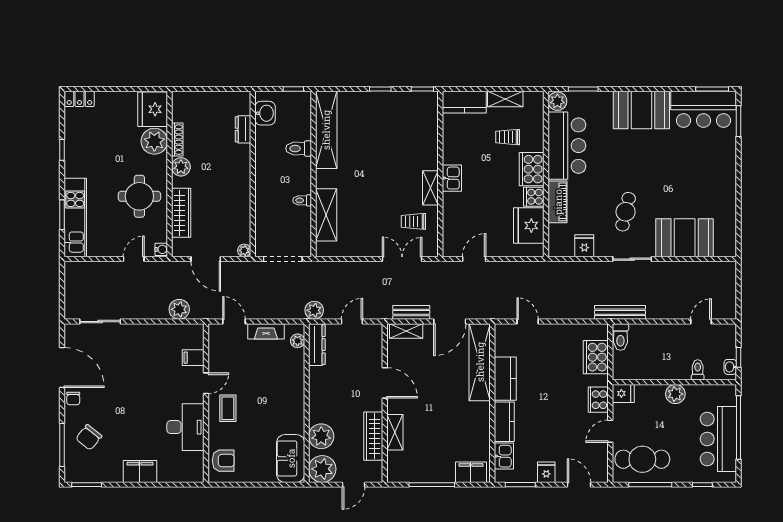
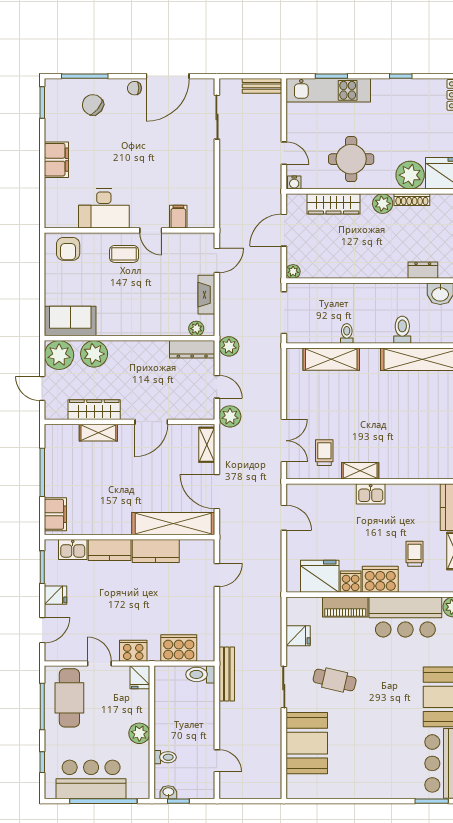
plant: (179, 309) -> (230, 416), moved
bench: (411, 312) -> (262, 86), moved, turned 90

